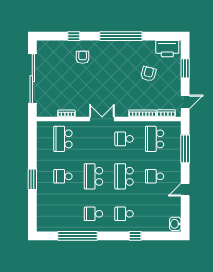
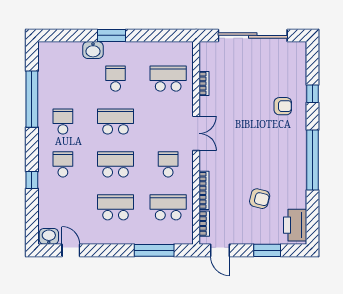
school desk: (155, 176) -> (116, 207), width x1.85
door: (185, 190) -> (71, 250), moved
washbasin: (43, 192) -> (93, 50), added

